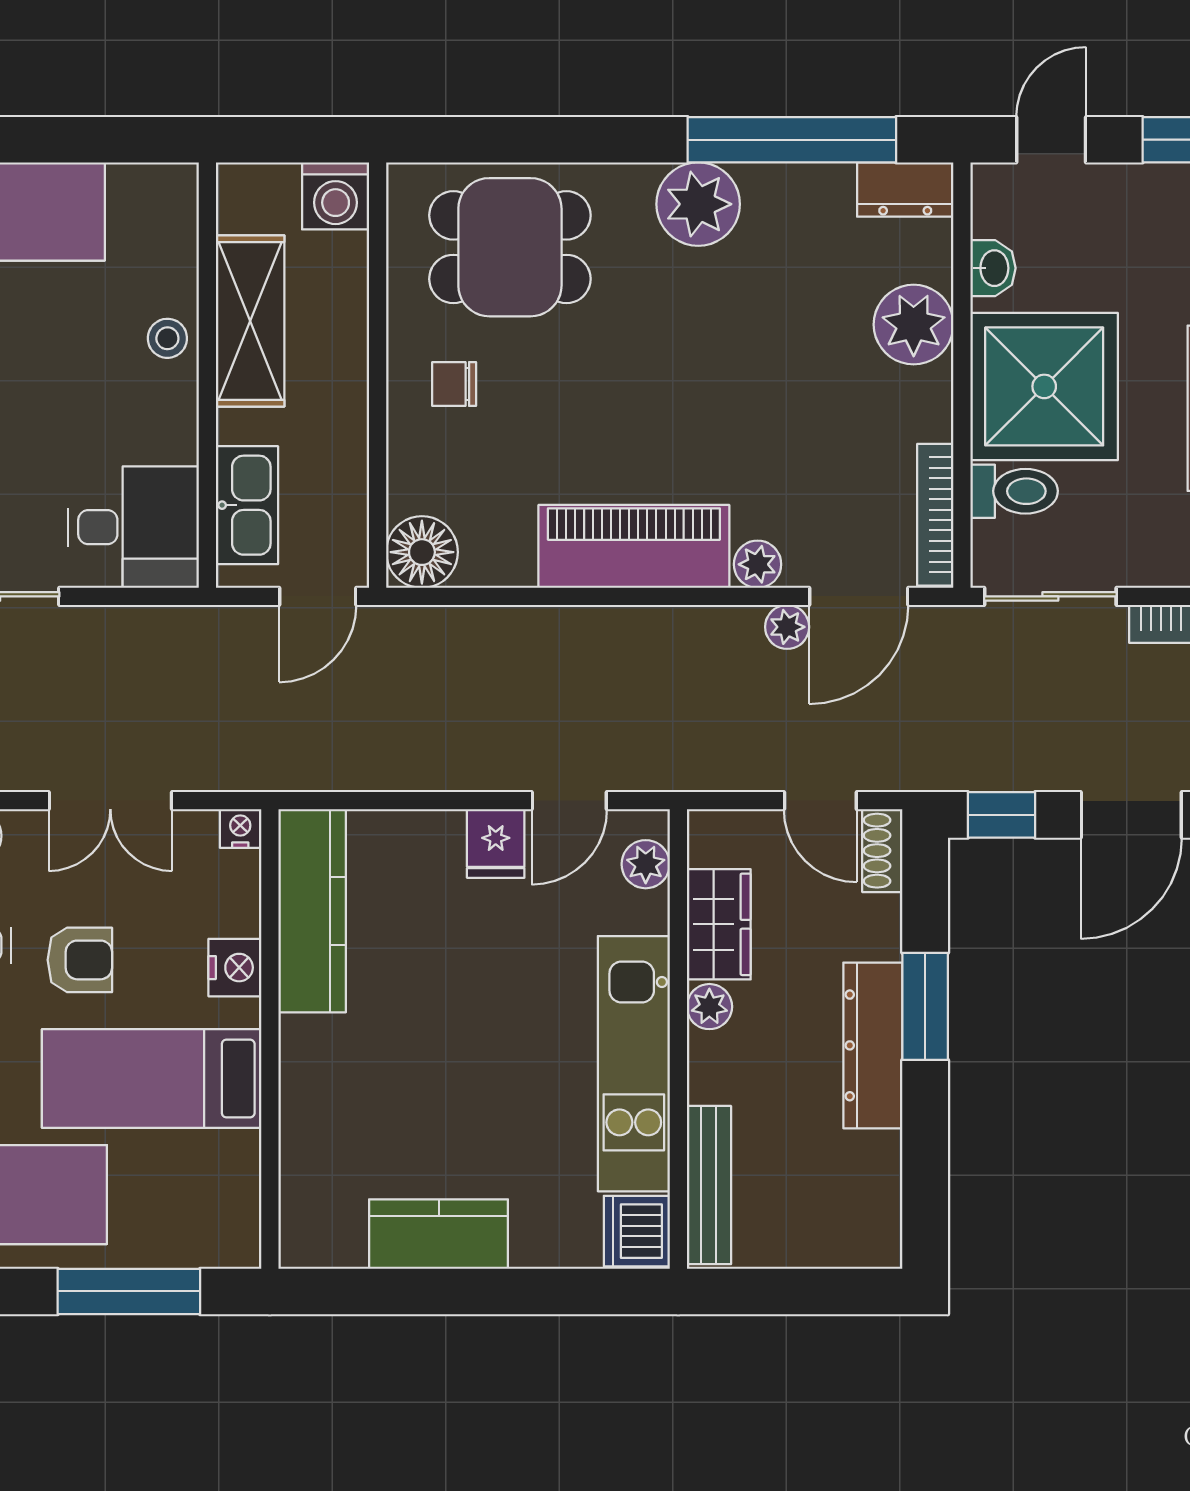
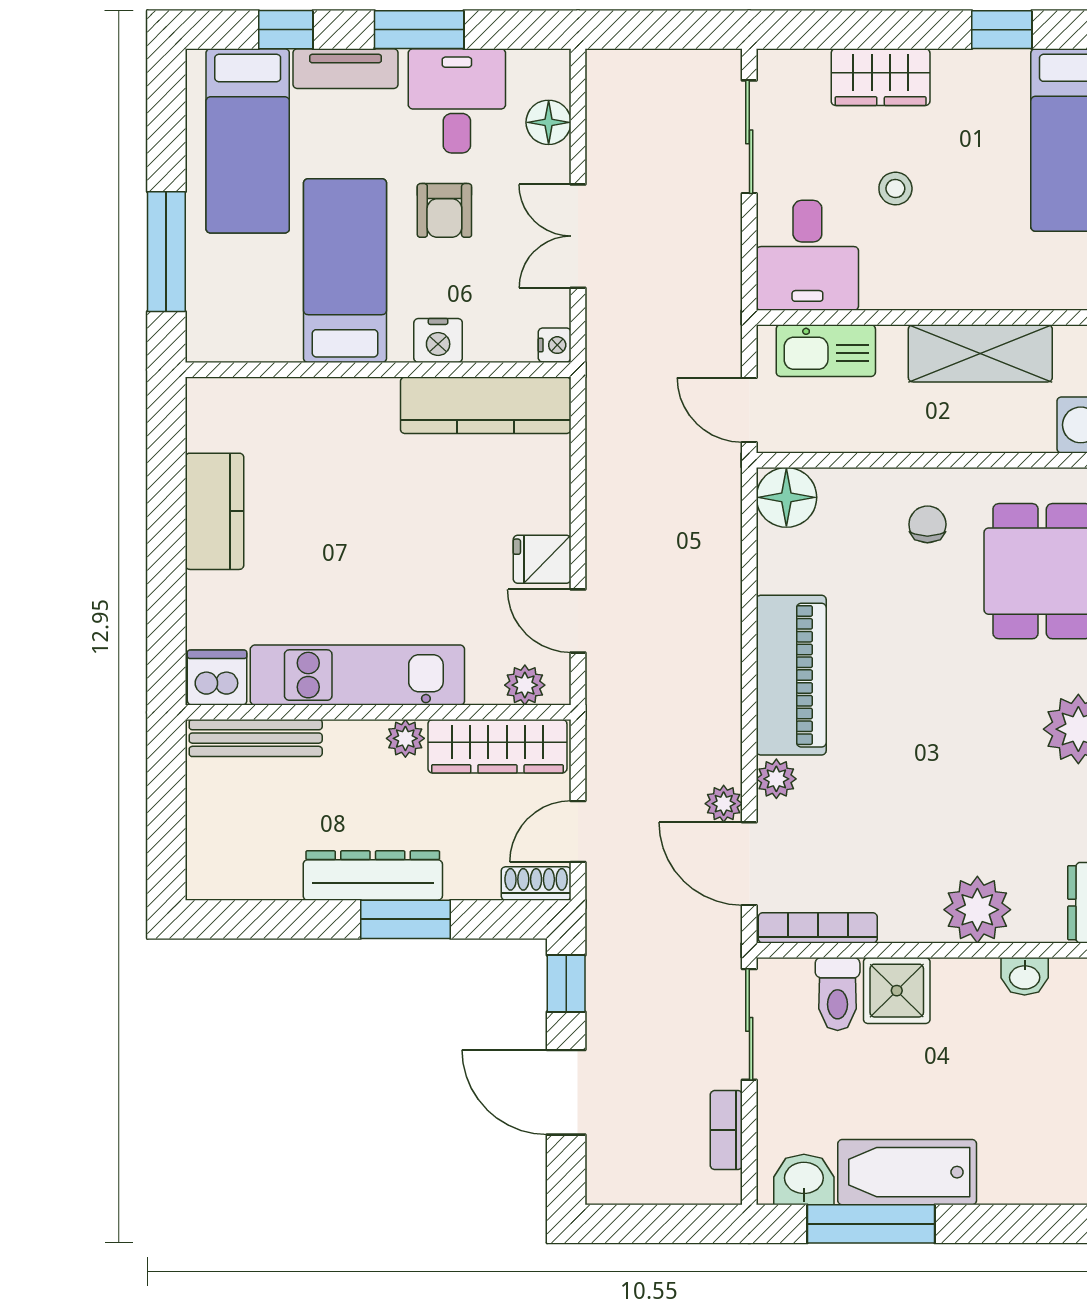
stool: (167, 338) -> (895, 189), moved
shower: (1044, 386) -> (897, 991), width x0.54, depth x0.54
wardrobe: (719, 924) -> (497, 746), width x1.50

